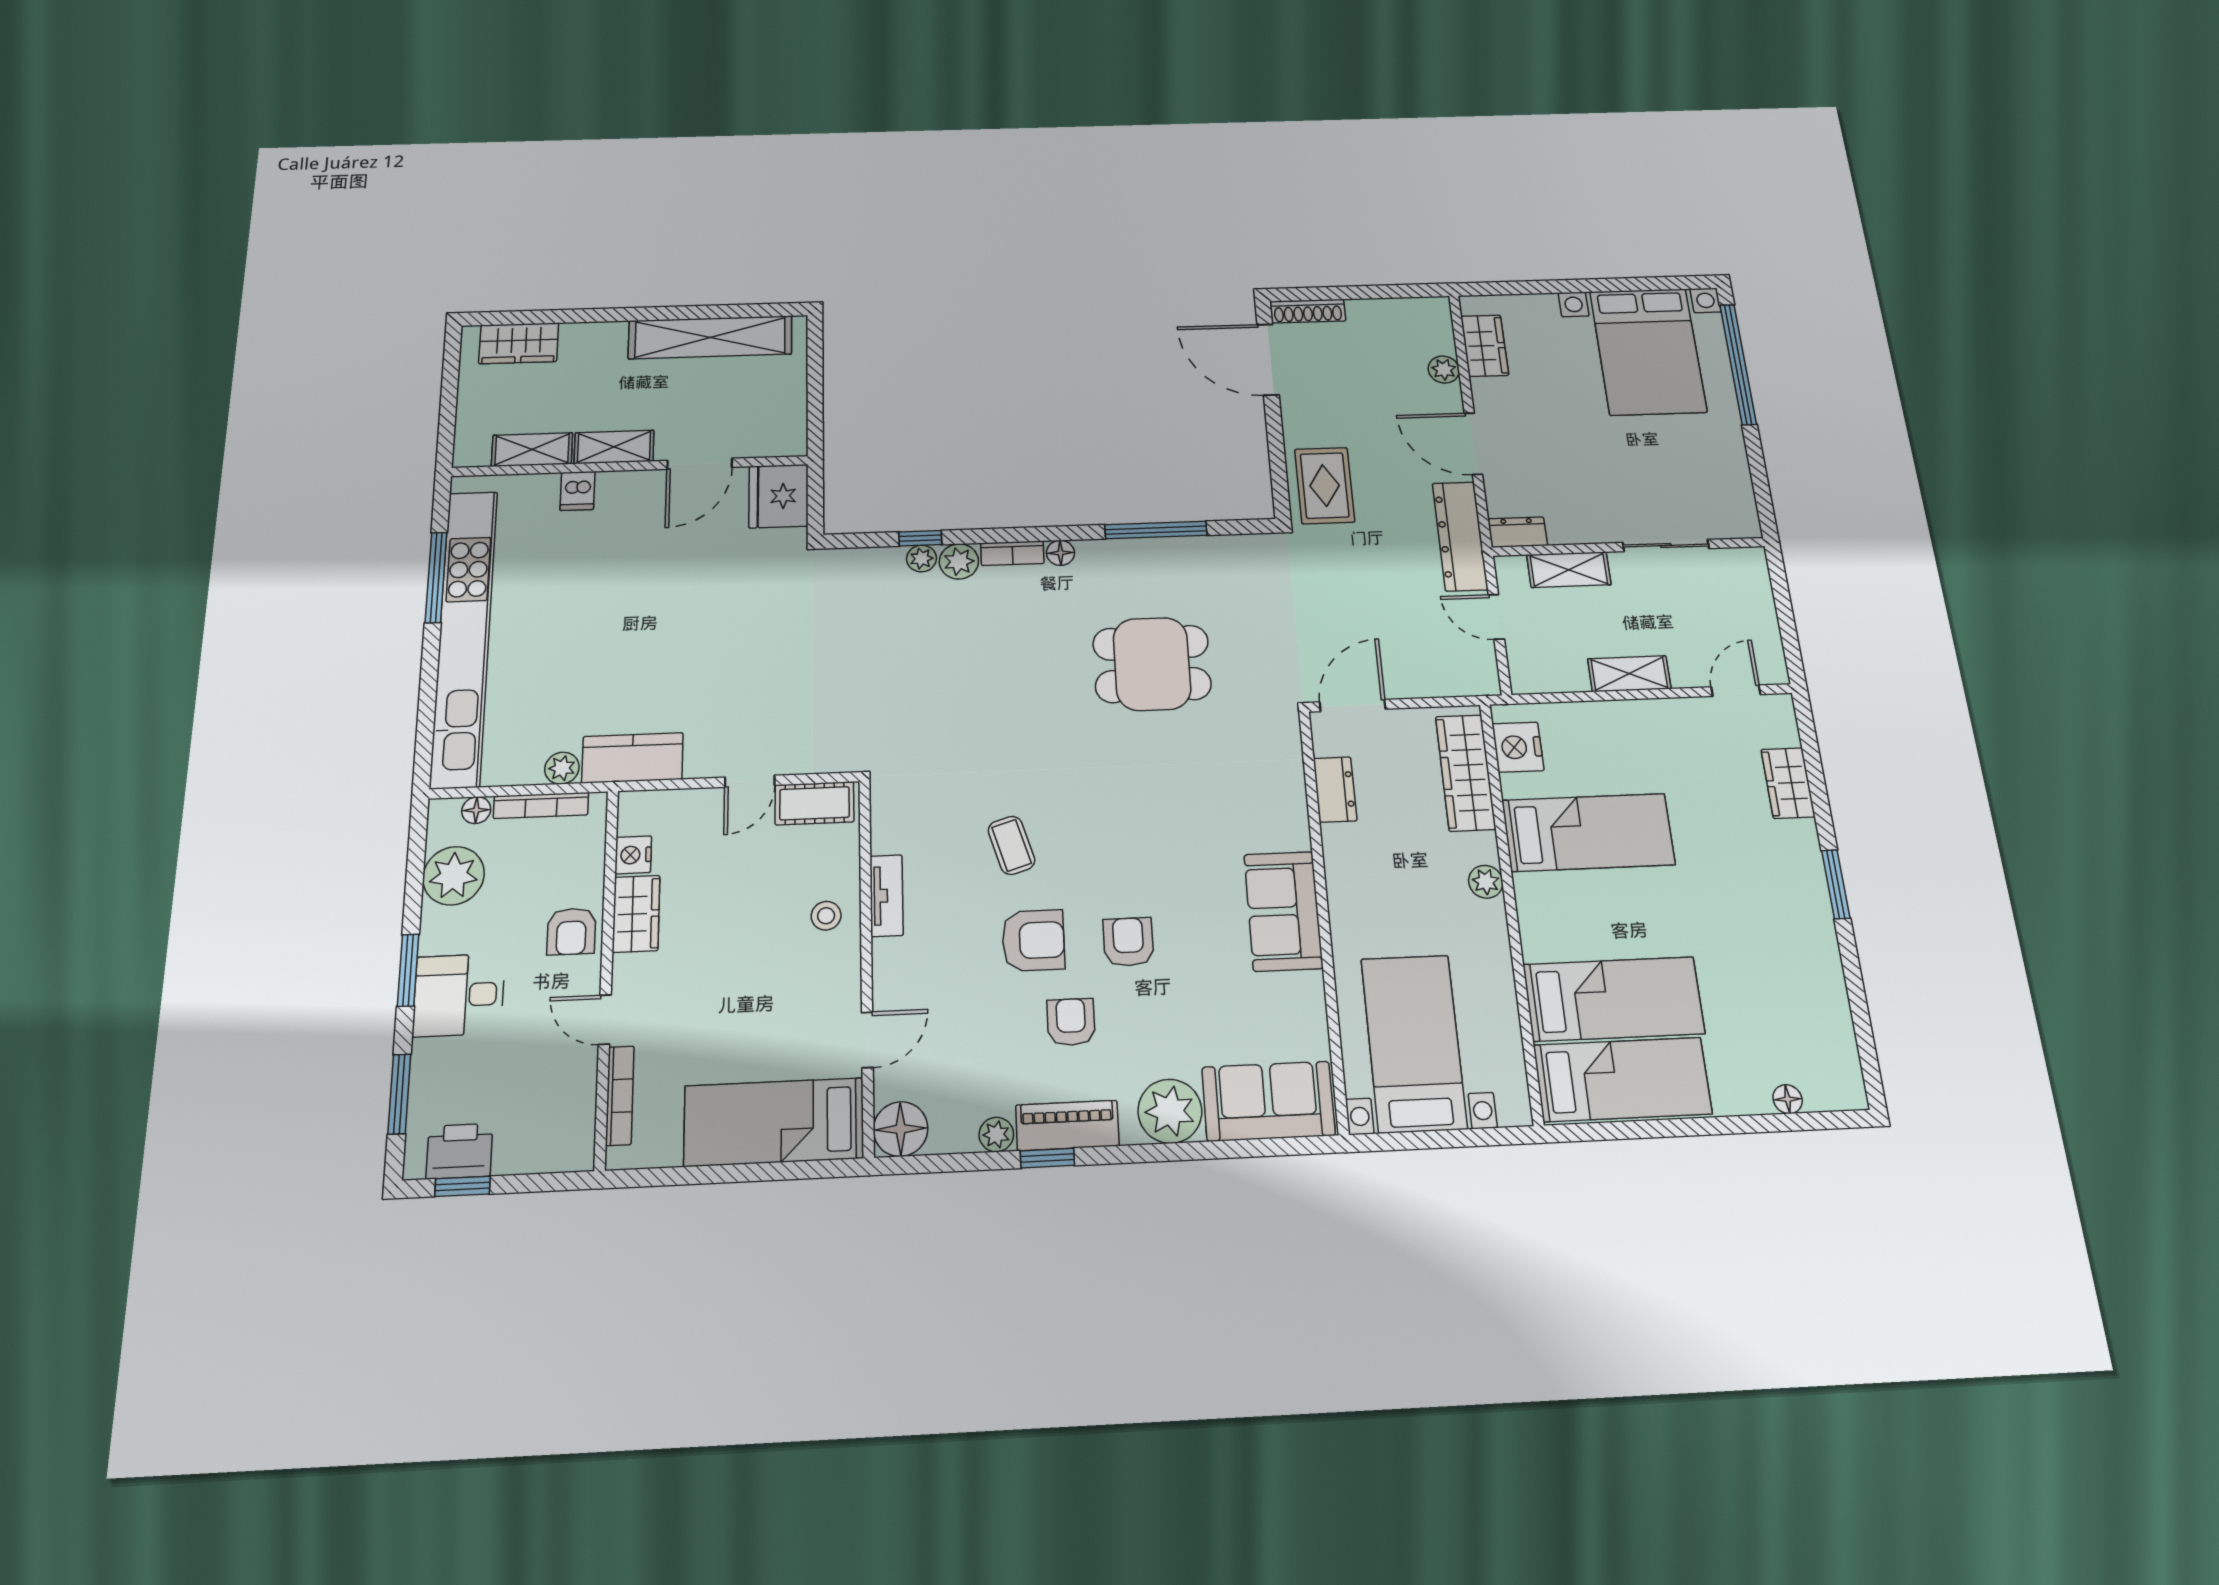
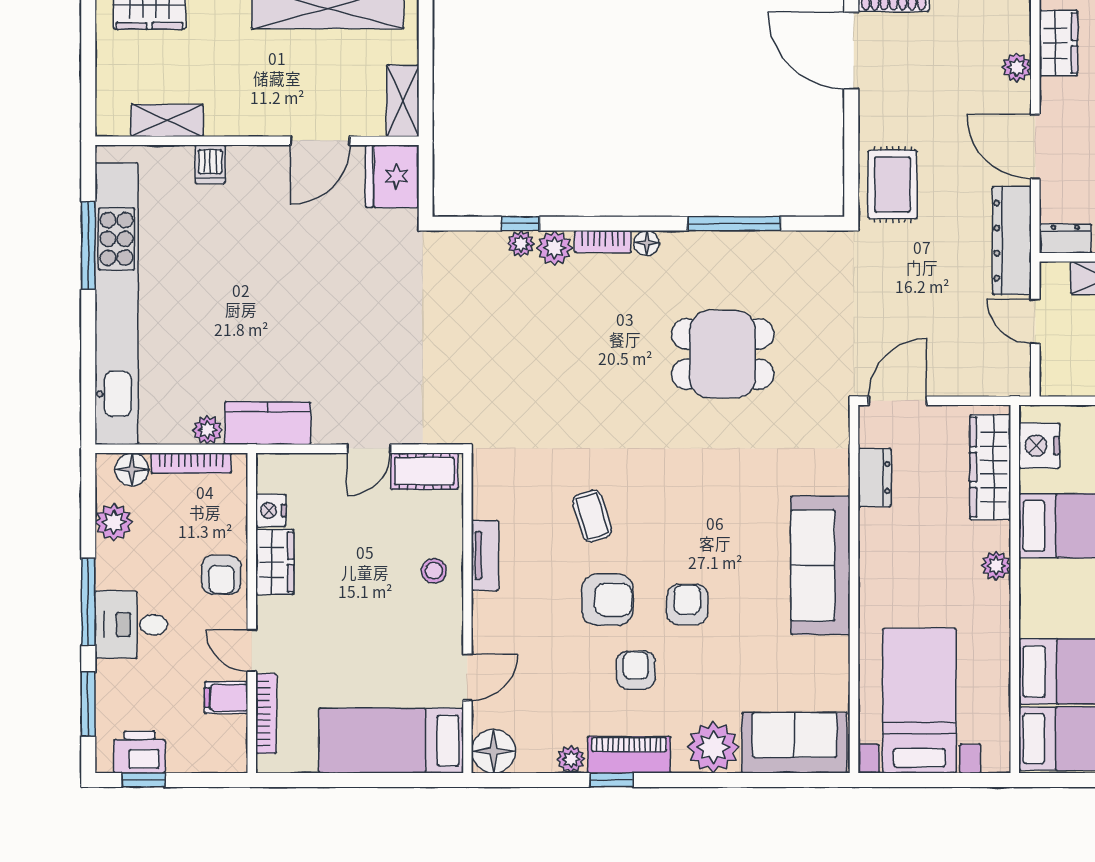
shelving: (614, 447) -> (403, 101), moved, turned 90
floor lamp: (476, 810) -> (132, 469), width x1.37, depth x1.37
plant: (453, 876) -> (114, 522), width x0.73, depth x0.73
sofa: (1283, 911) -> (820, 565), width x1.36
window: (408, 970) -> (88, 602), width x1.44
filing cabinet: (571, 1078) -> (226, 698), added

